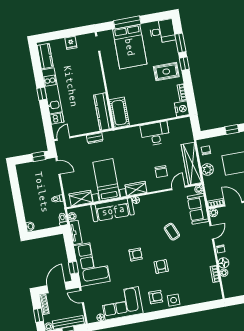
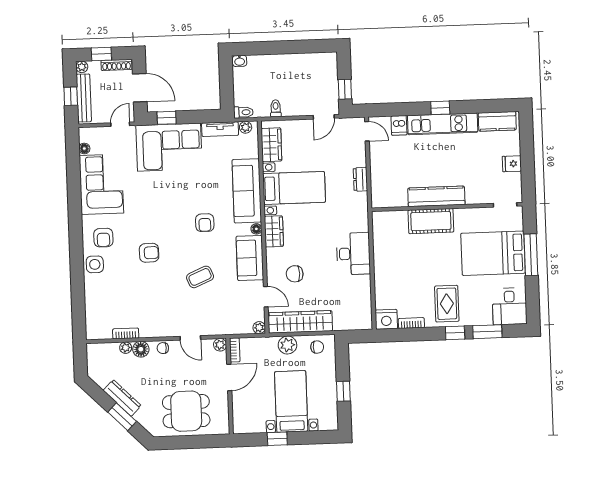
kitchen counter: (103, 112) -> (436, 196), moved
cot: (119, 113) -> (431, 221), moved
desk: (155, 134) -> (353, 254), moved
sofa: (198, 209) -> (250, 258), moved, turned -90
armchair: (136, 254) -> (205, 223), moved

